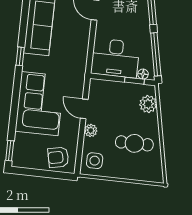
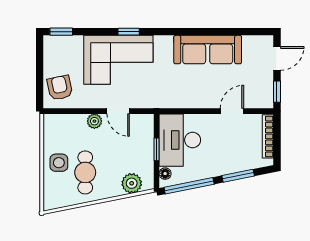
window: (20, 56) -> (129, 32), moved
window: (134, 81) -> (157, 149), moved
door: (84, 109) -> (118, 111), swing flipped
side table: (95, 161) -> (59, 163), moved

